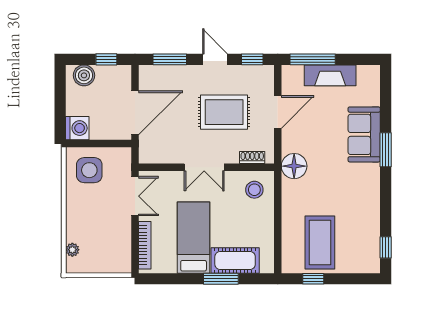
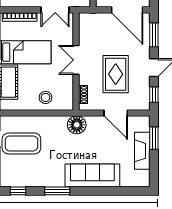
window: (313, 59) -> (154, 138), width x0.69
door: (135, 113) -> (127, 10), moved
sofa: (364, 134) -> (92, 175), width x1.36
window: (386, 150) -> (57, 191), moved
stool: (254, 190) -> (46, 97), moved

